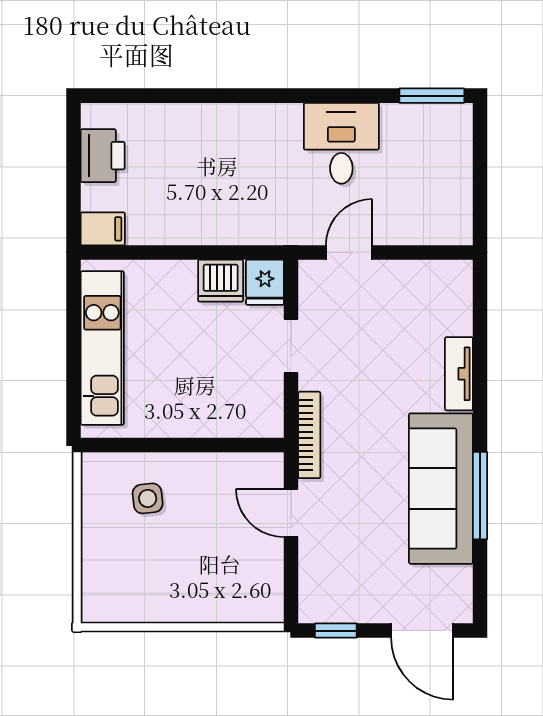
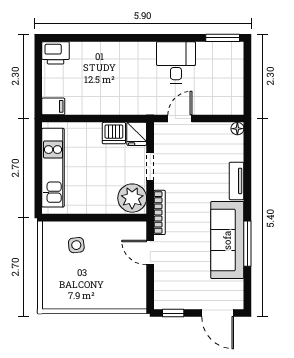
printer: (103, 156) -> (56, 53), moved, turned 90
floor lamp: (461, 272) -> (237, 129), added
plant: (256, 407) -> (132, 198), added

